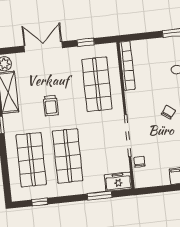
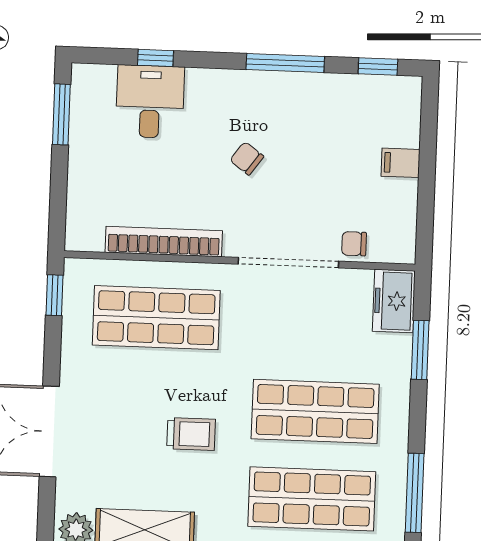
window: (86, 42) -> (54, 295), moved
bookcase: (127, 66) -> (164, 242), moved
window: (40, 202) -> (415, 493), width x2.17

